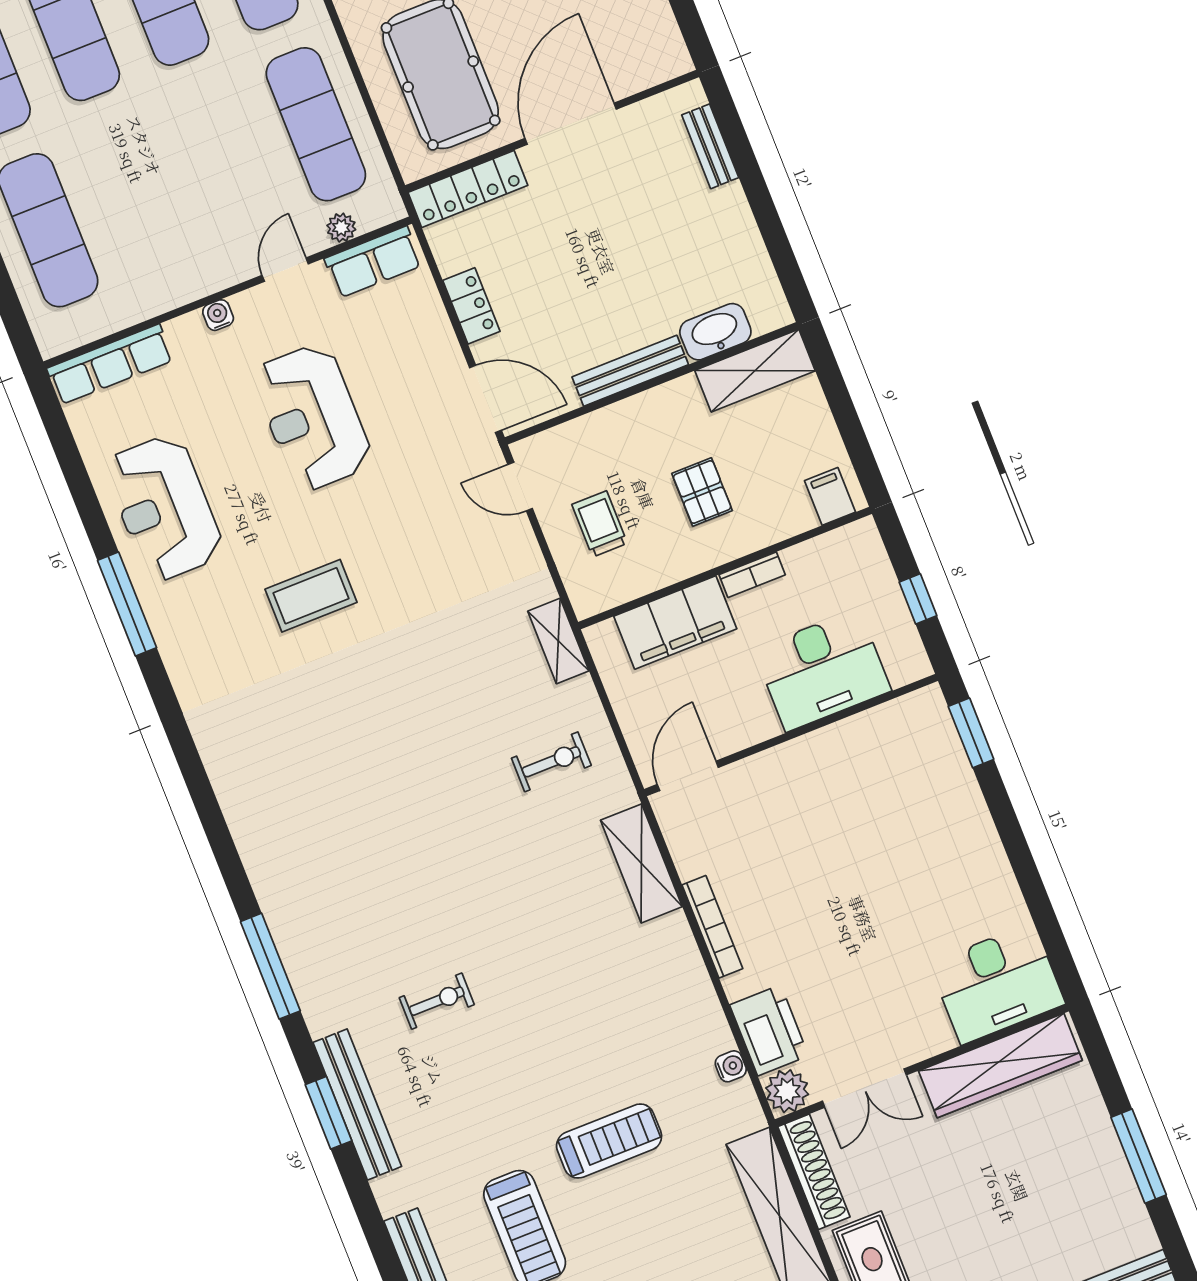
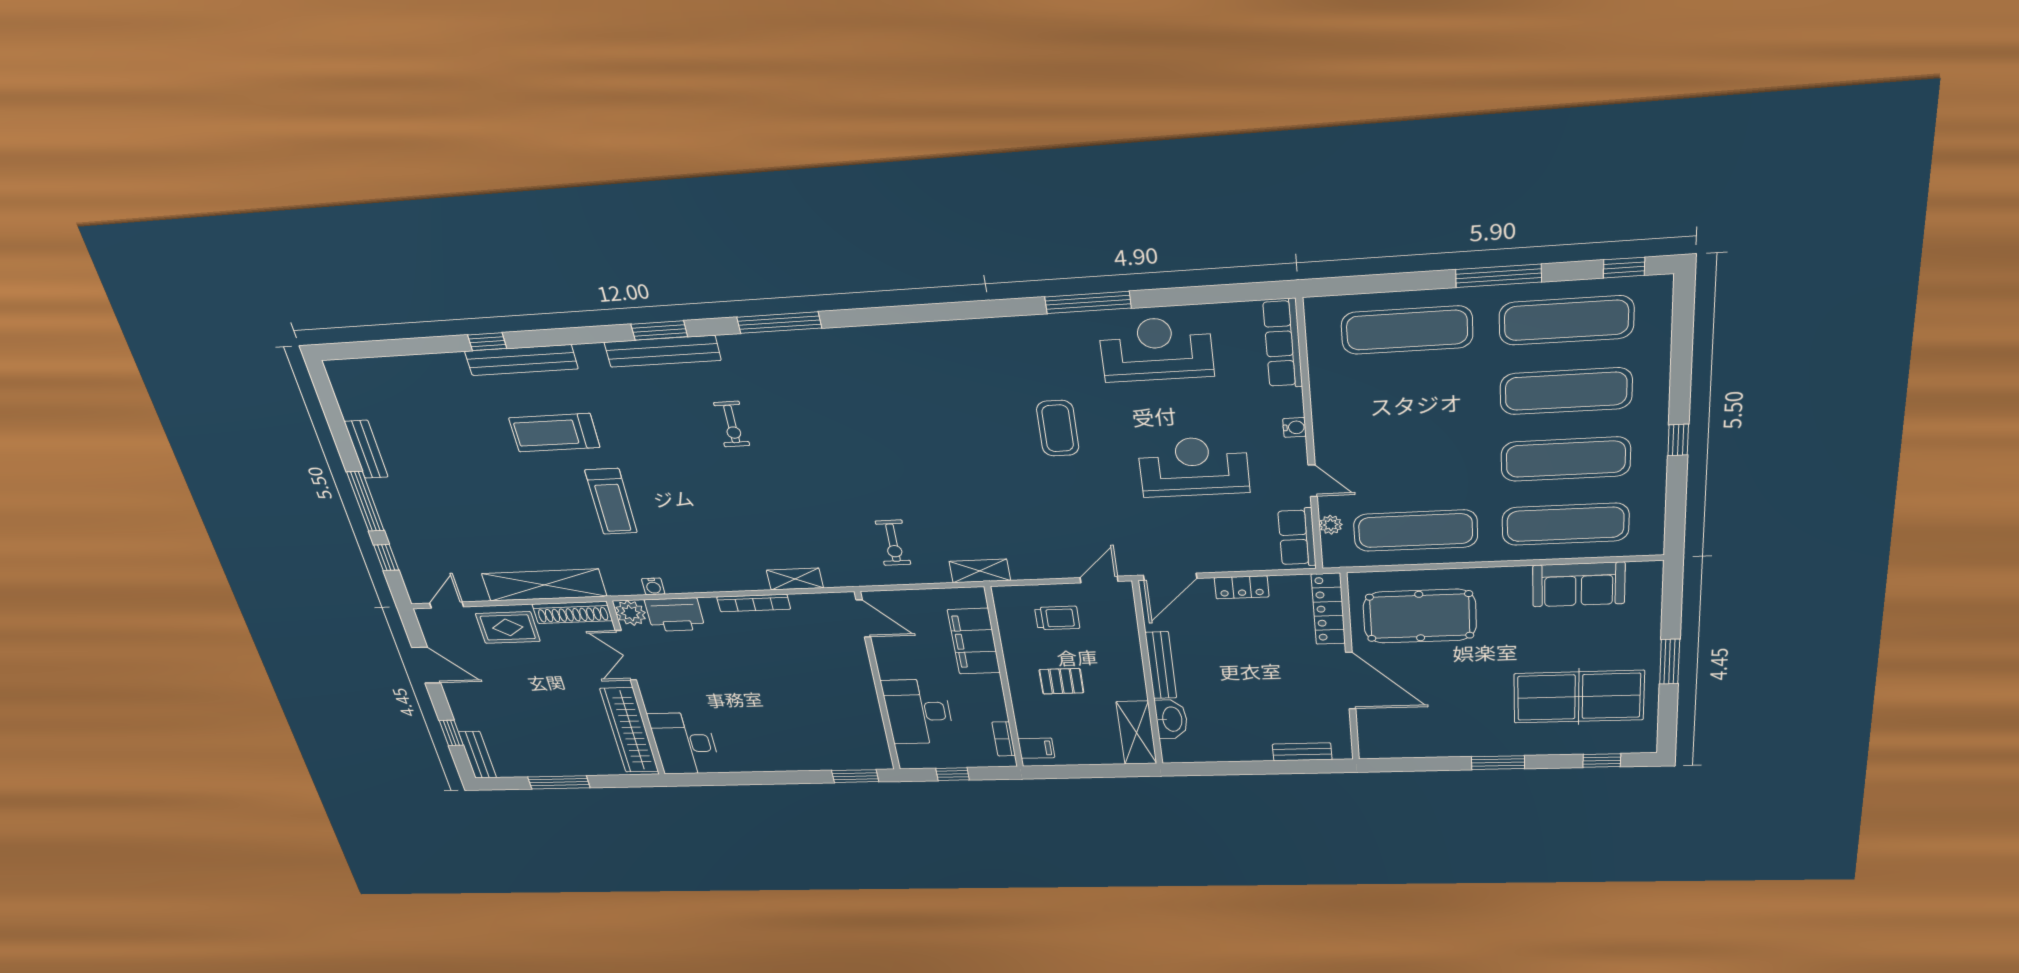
bookcase: (752, 575) -> (1004, 739), moved
shelving: (641, 863) -> (795, 579), width x0.67, depth x0.75

